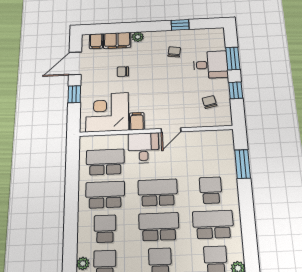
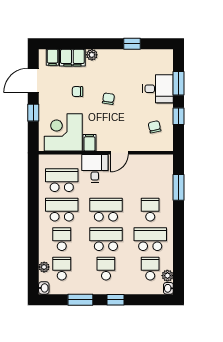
chair: (174, 52) -> (108, 99), moved

